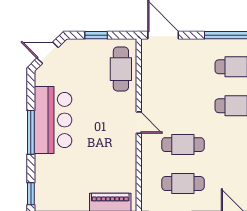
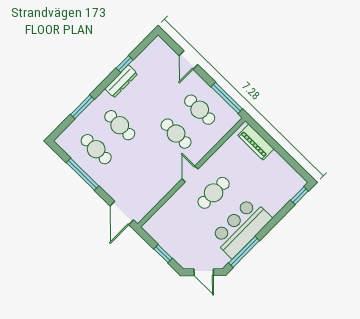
cafe table: (121, 69) -> (214, 193), moved
window: (31, 132) -> (244, 252), moved

